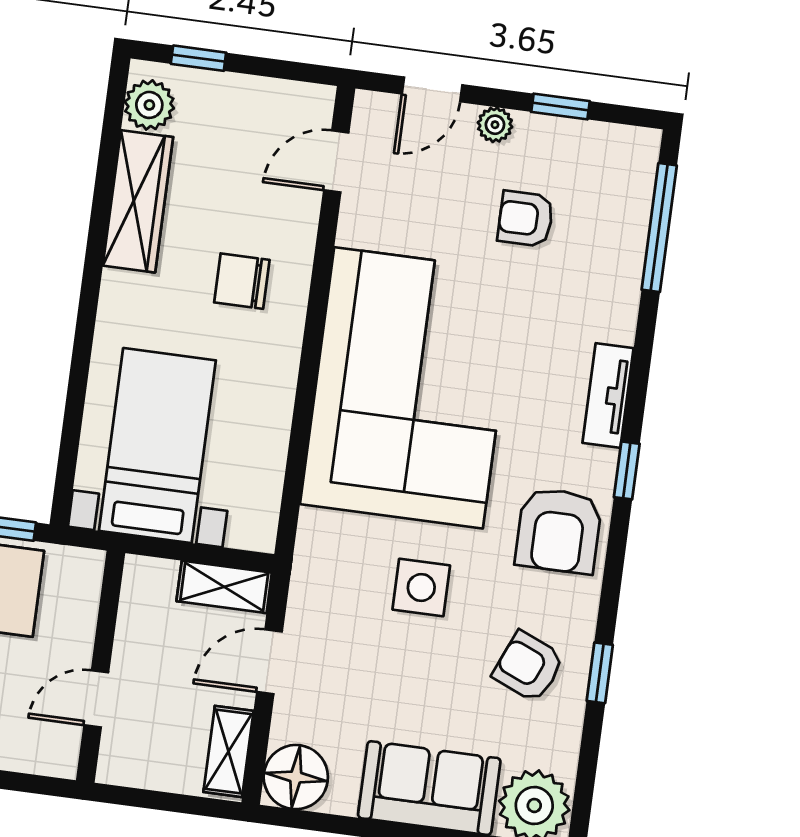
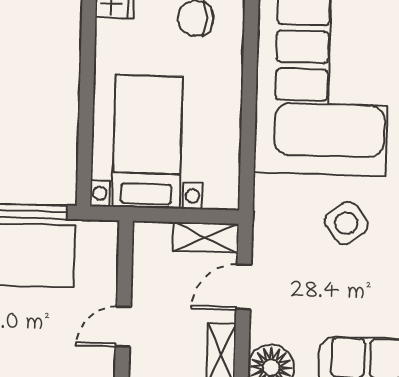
side table: (421, 588) -> (346, 223), turned -36

